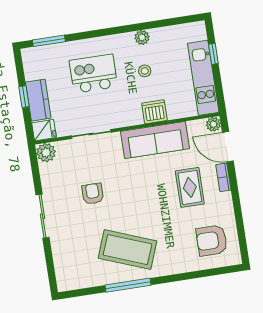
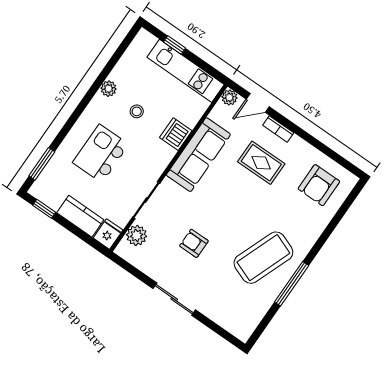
window: (24, 97) -> (44, 209), moved
door: (228, 147) -> (258, 103), width x0.73
plant: (46, 153) -> (137, 235), moved

